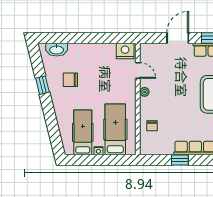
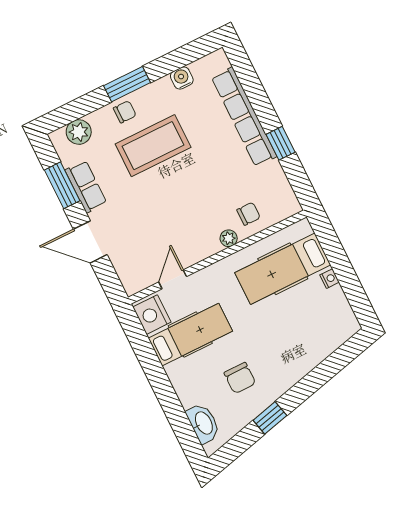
plant: (145, 92) -> (229, 238), moved
hospital bed: (83, 132) -> (190, 335), moved, turned 180

